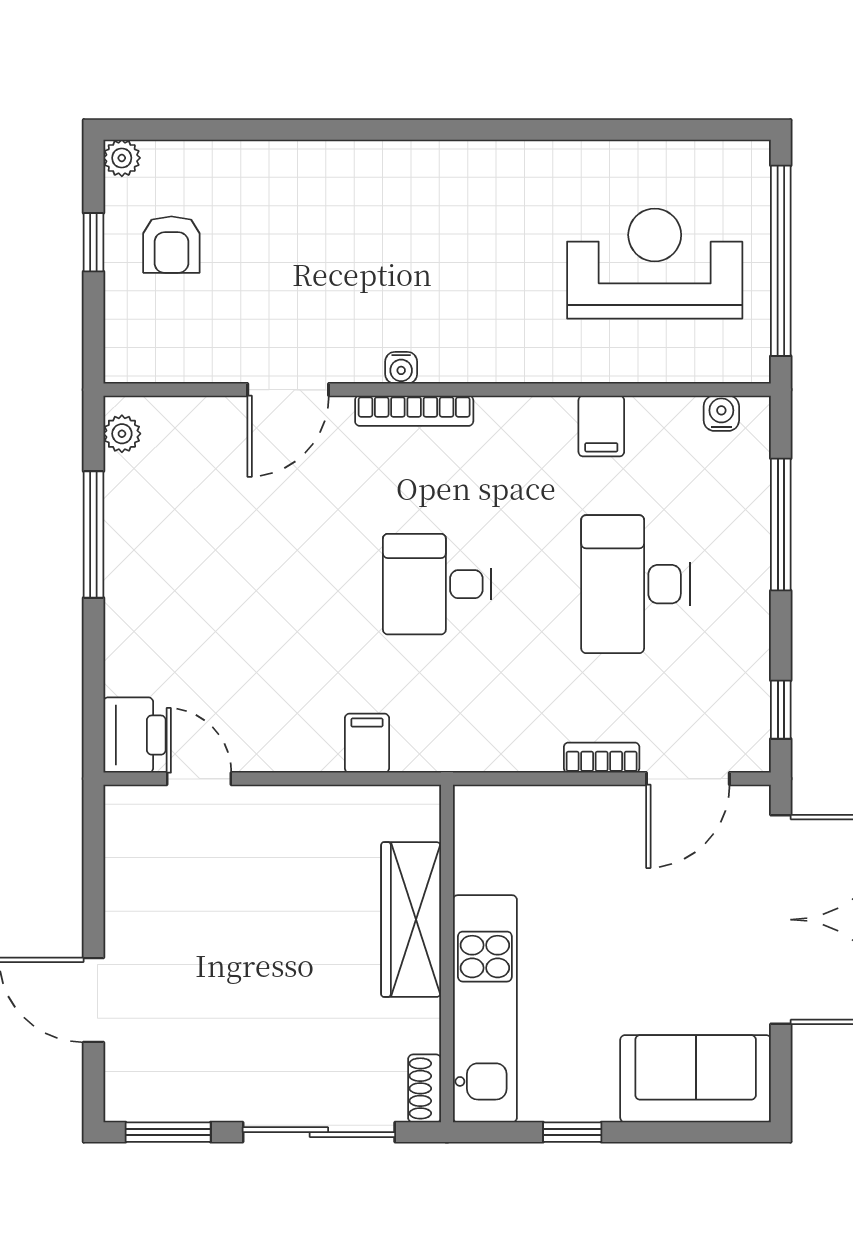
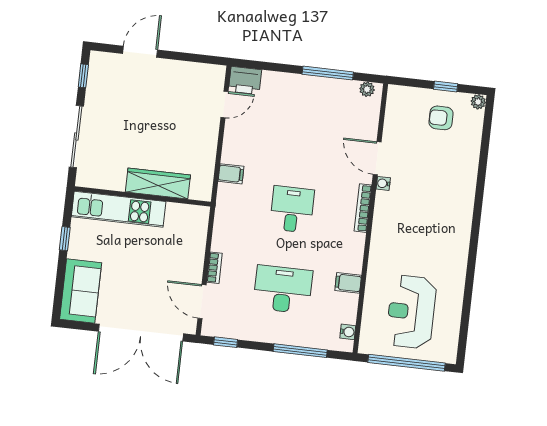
reception desk: (655, 264) -> (411, 312), turned 180
water cooler: (401, 368) -> (383, 183), moved
shoe rack: (425, 1088) -> (89, 181), removed
window: (168, 1132) -> (83, 76), width x0.67

